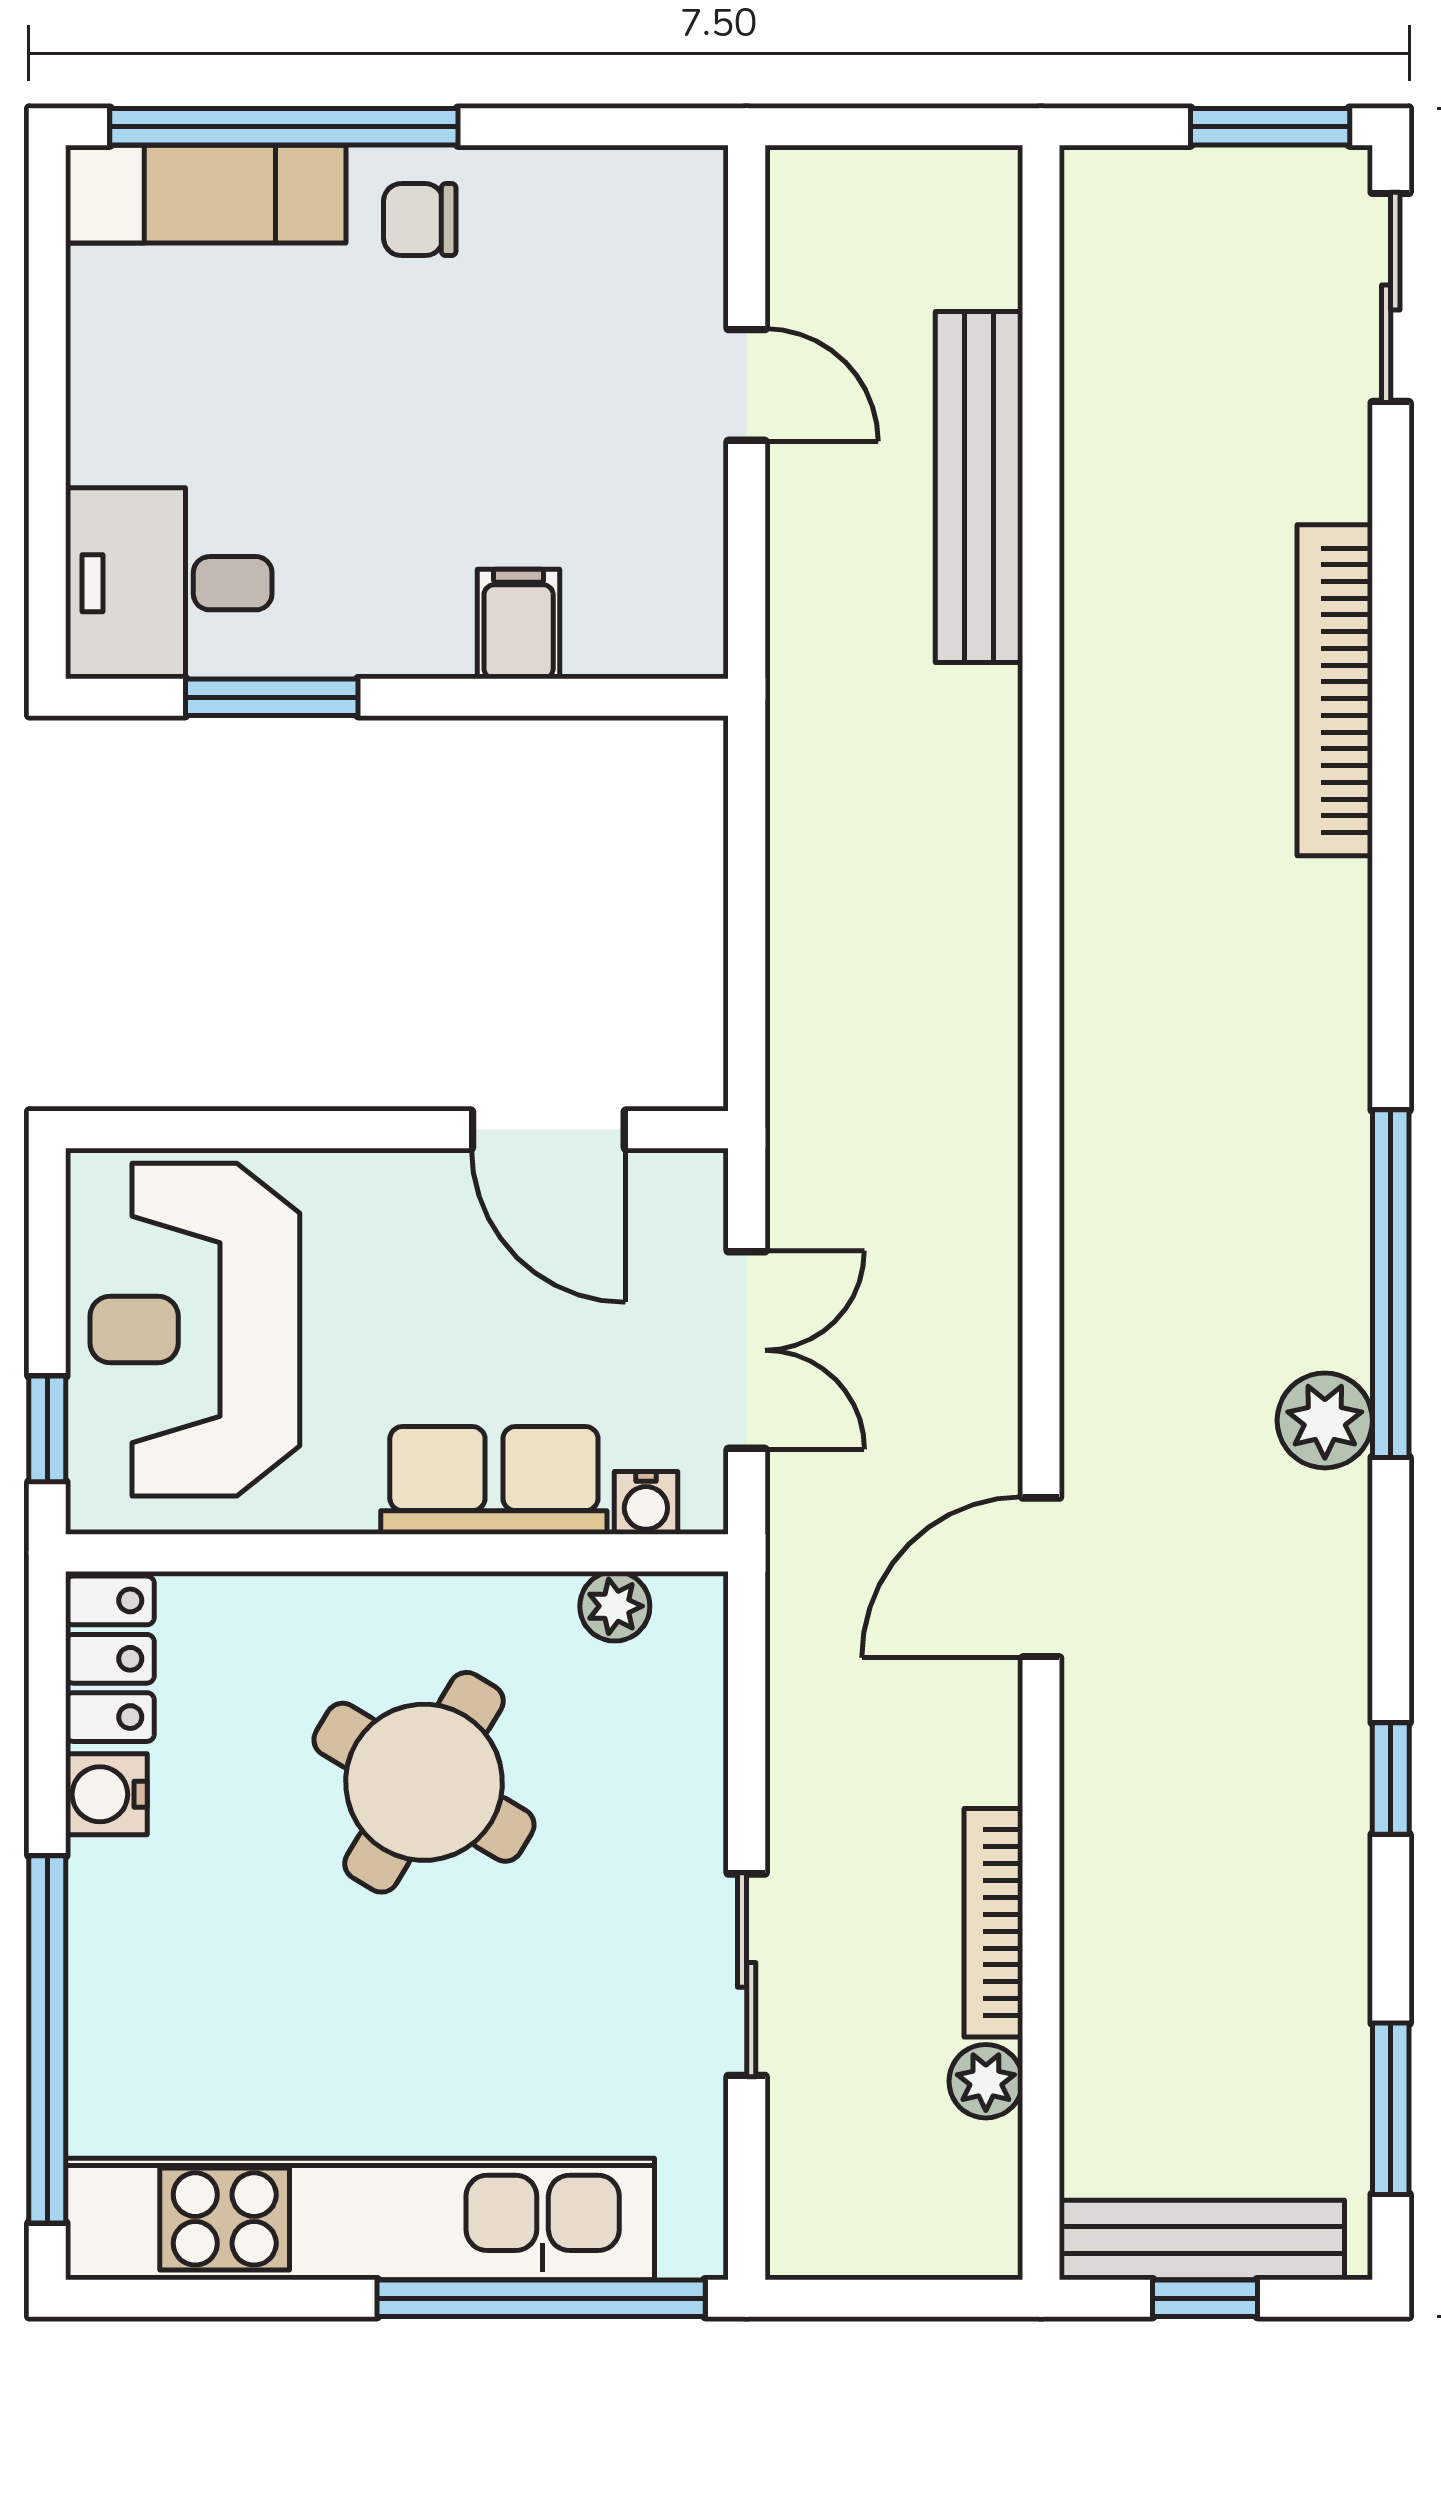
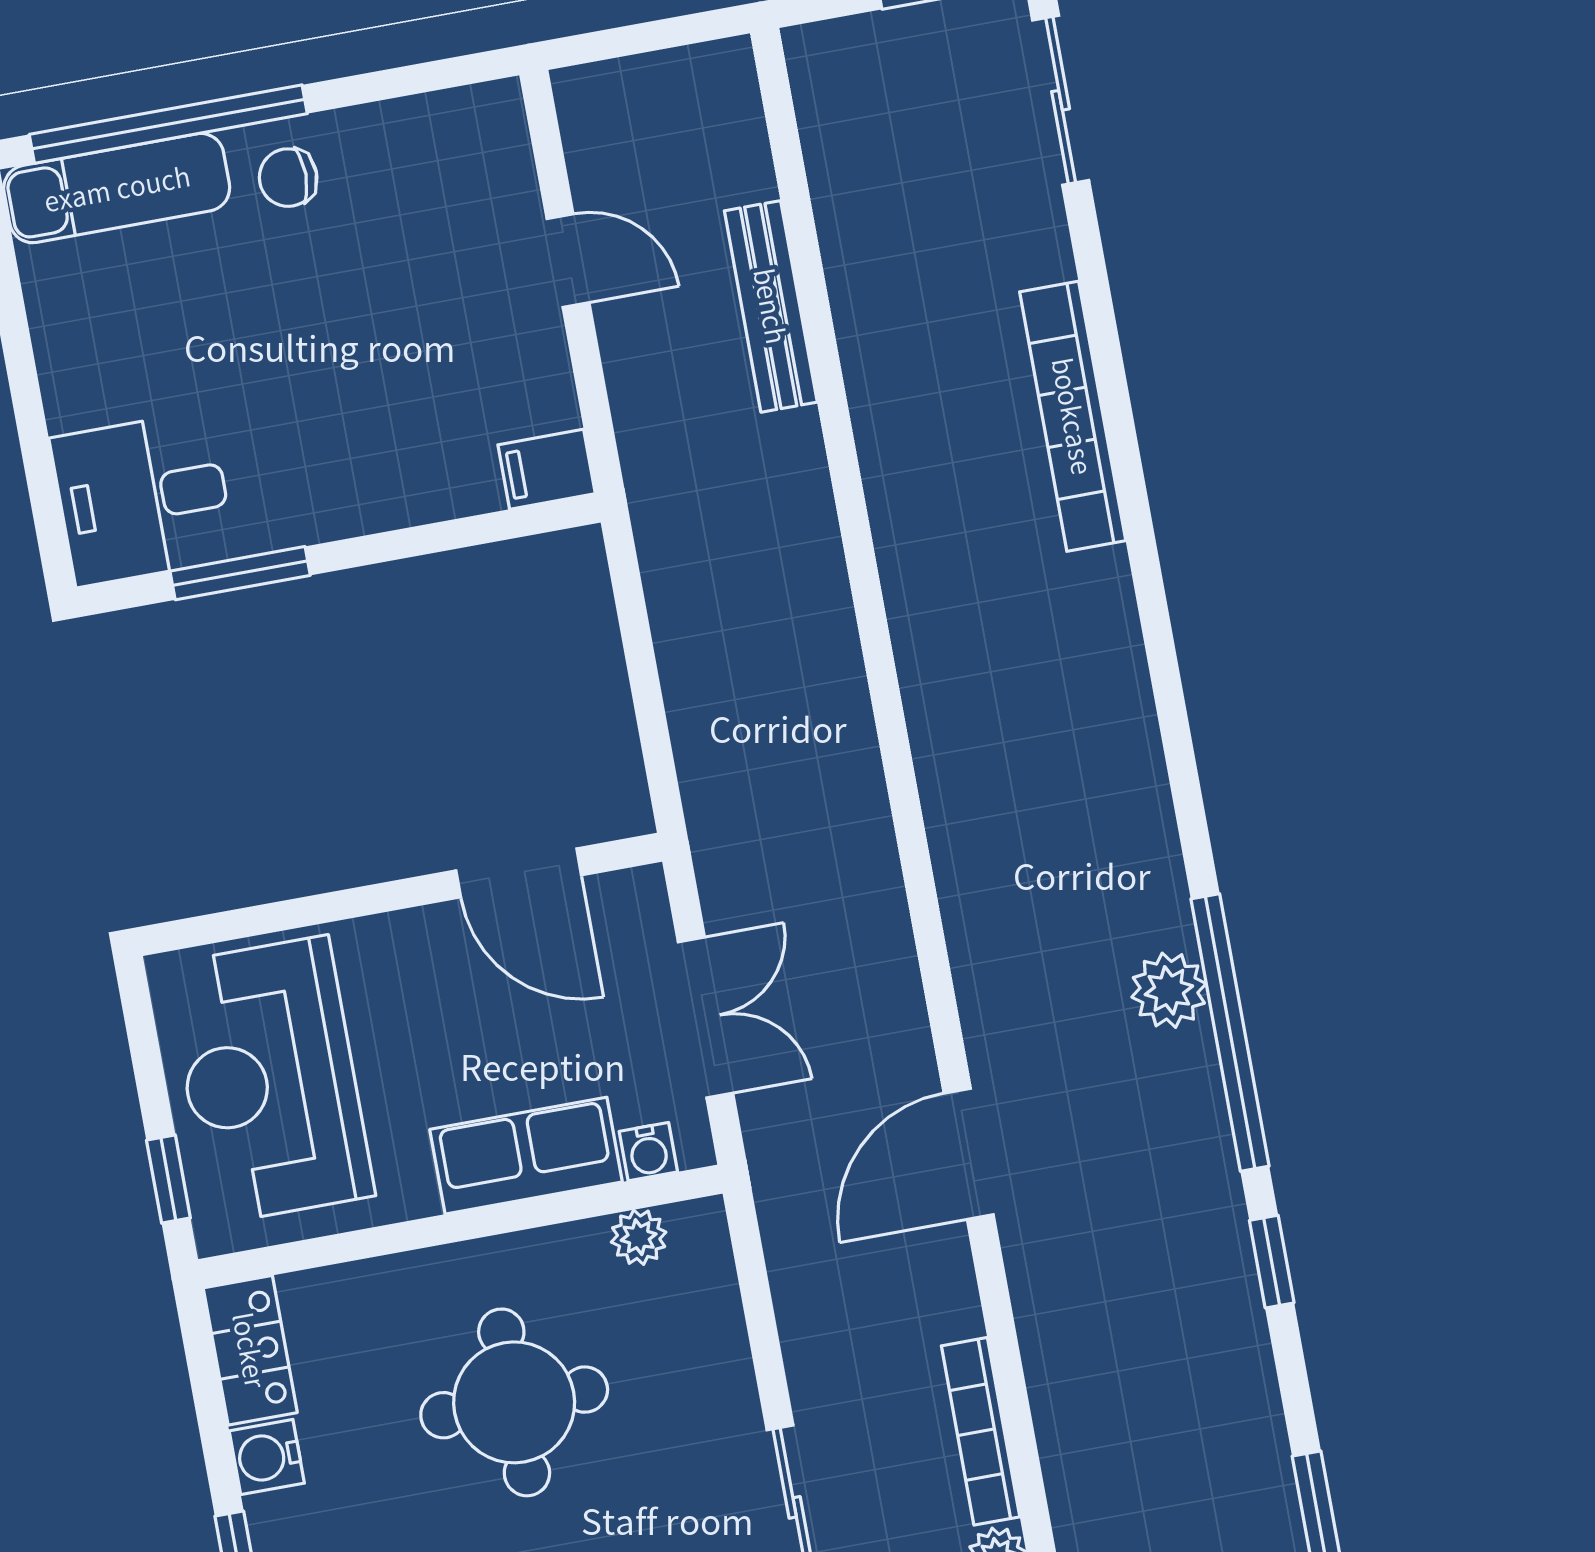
bench: (979, 487) -> (771, 306), width x0.73, depth x0.82
filing cabinet: (519, 624) -> (547, 469), moved, turned -90
window: (1391, 1284) -> (1230, 1032), moved
round table: (424, 1782) -> (514, 1402), turned -31

